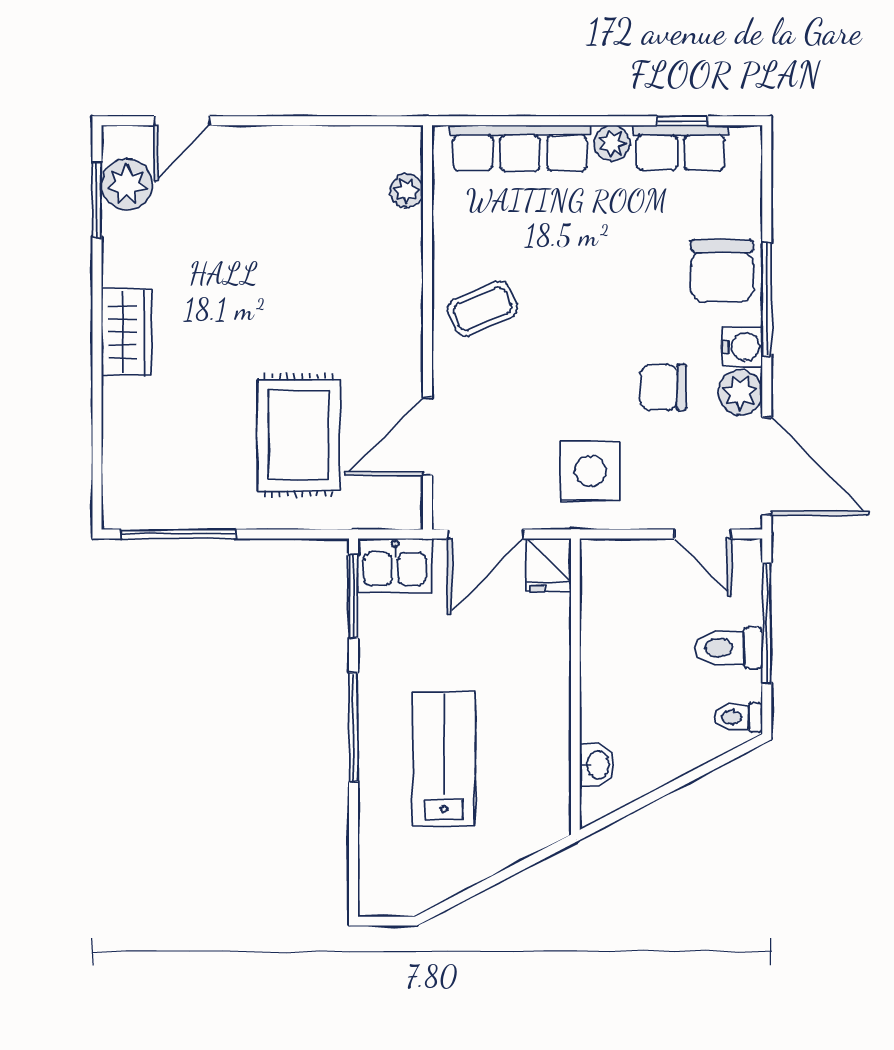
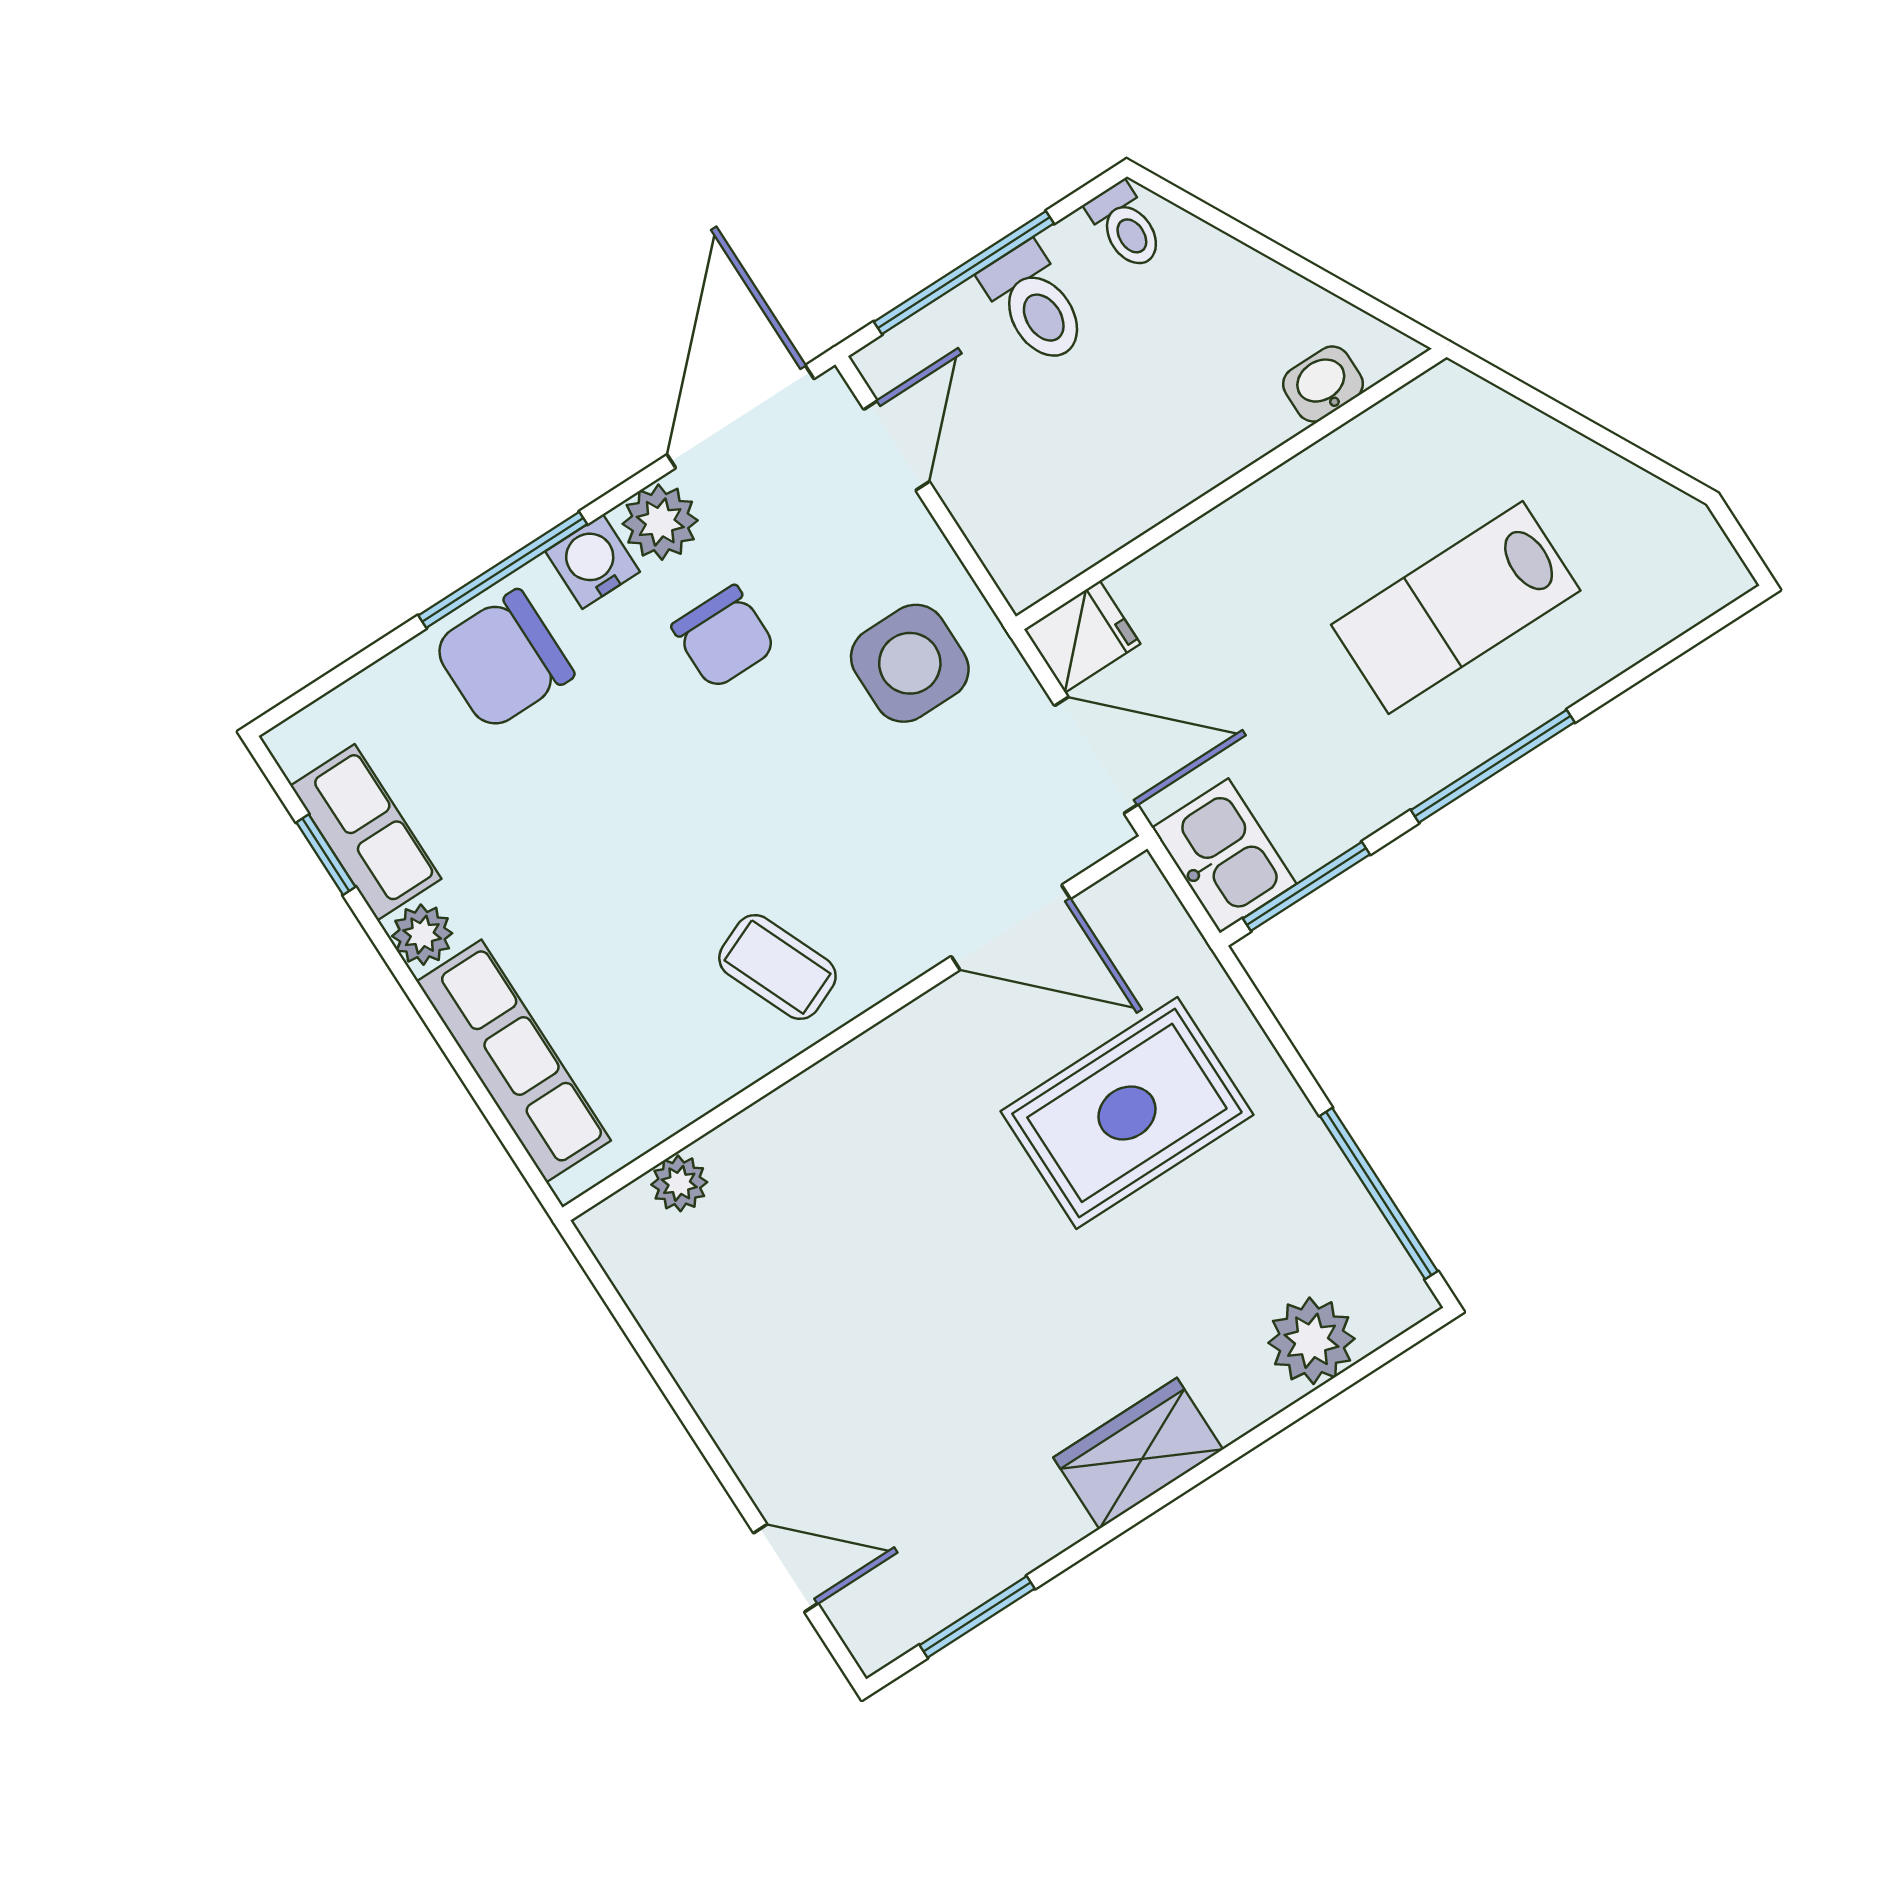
plant: (127, 184) -> (1312, 1341), moved
chair: (722, 271) -> (503, 660), turned 180

